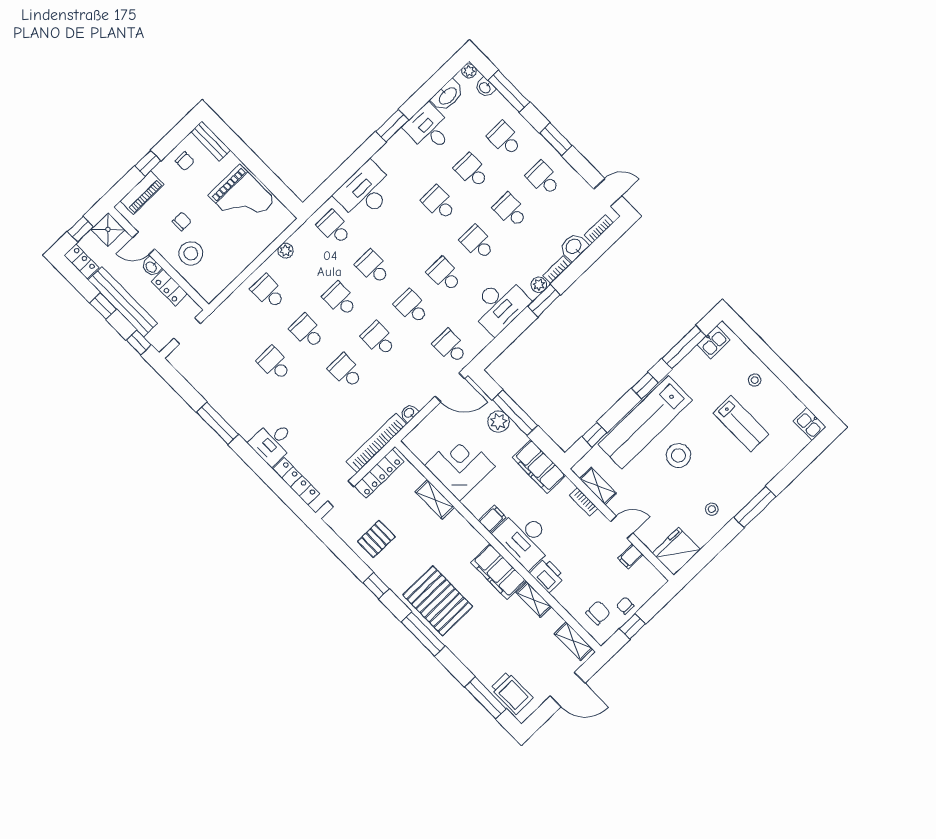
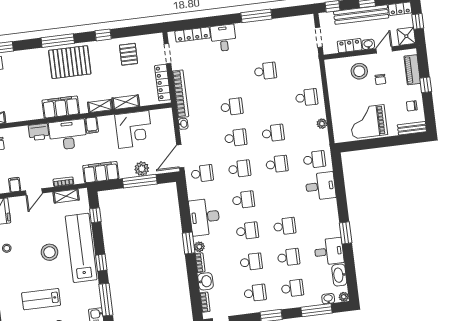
desk: (365, 192) -> (320, 186), width x0.73
school desk: (307, 332) -> (269, 102), removed
shelving: (534, 600) -> (100, 106), moved

